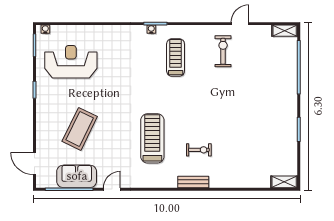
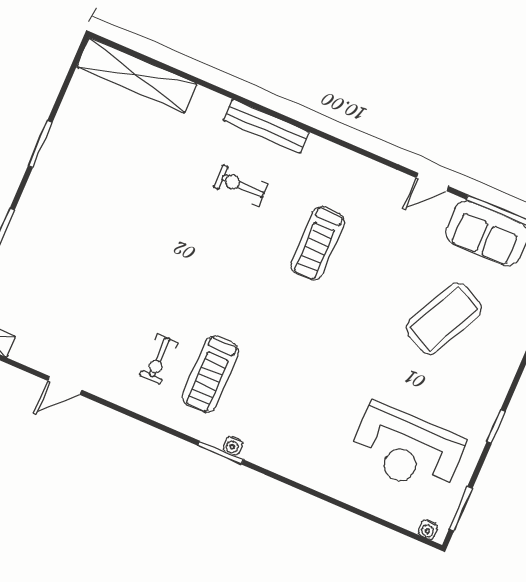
exercise bike: (223, 51) -> (159, 359), moved, width x0.73, depth x0.72
treadmill: (152, 138) -> (317, 243), width x0.73, depth x0.73
bench: (193, 182) -> (266, 126), width x1.36
shelving: (284, 182) -> (137, 75), width x2.20, depth x1.33

